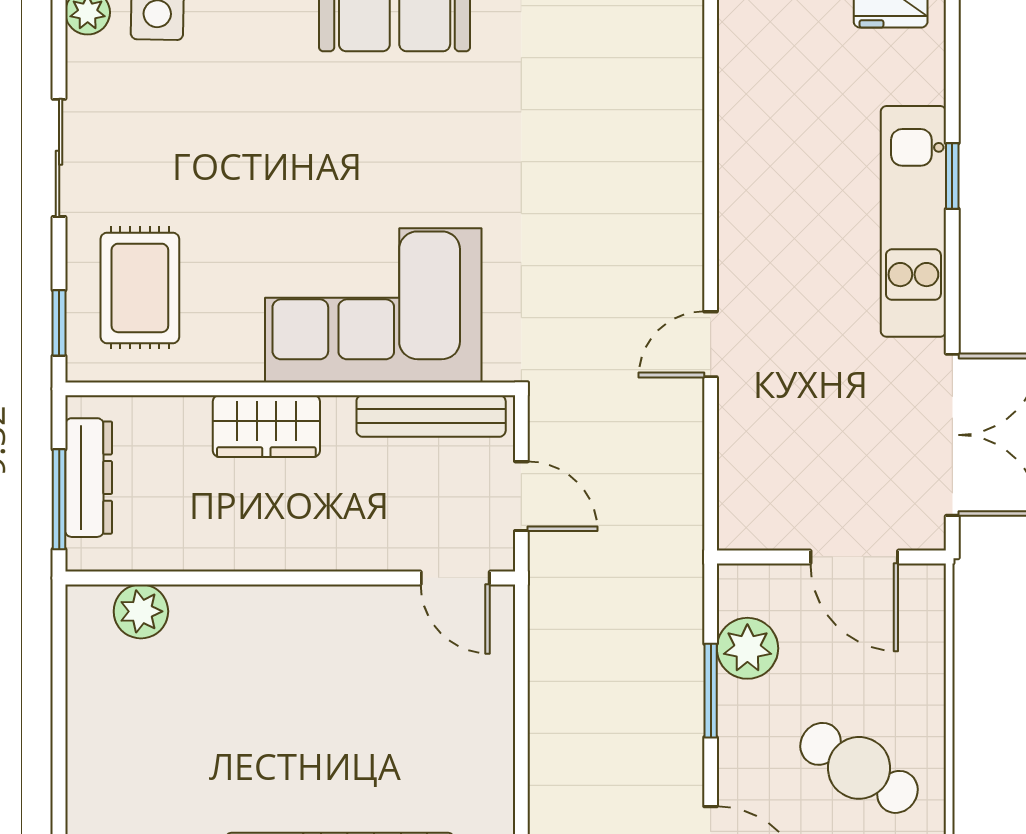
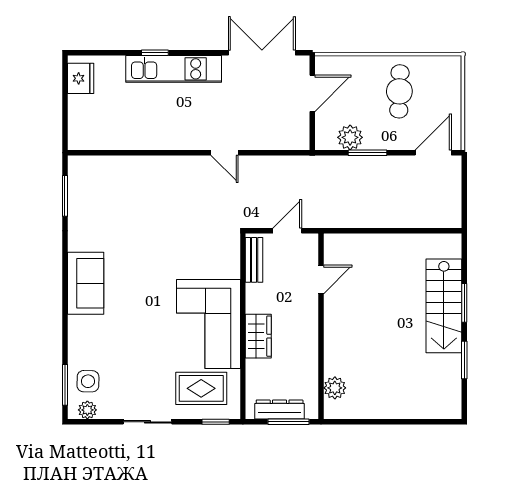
corner sofa: (373, 305) -> (208, 324), moved
bench: (431, 416) -> (254, 260), width x0.73
door: (455, 578) -> (321, 279), moved
cafe table: (859, 768) -> (399, 91), turned -30

